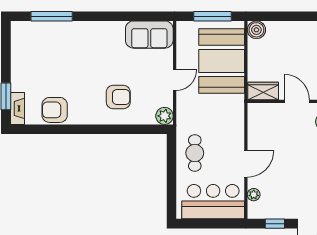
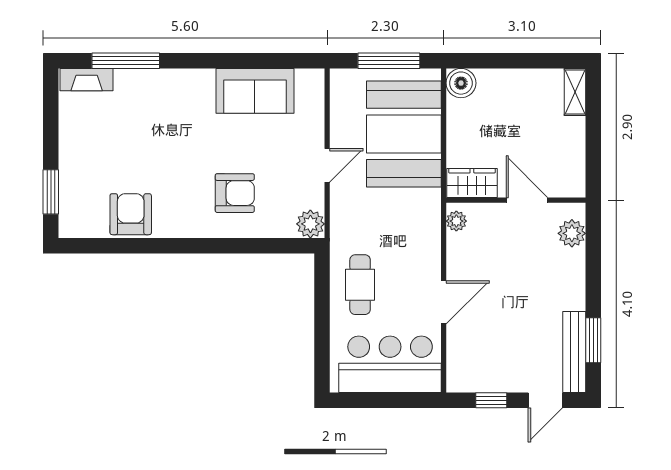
sofa: (149, 35) -> (255, 91), moved
fireplace: (17, 108) -> (87, 80), moved, turned 90
armchair: (55, 110) -> (131, 214), turned 90
plant: (254, 195) -> (456, 221), moved

